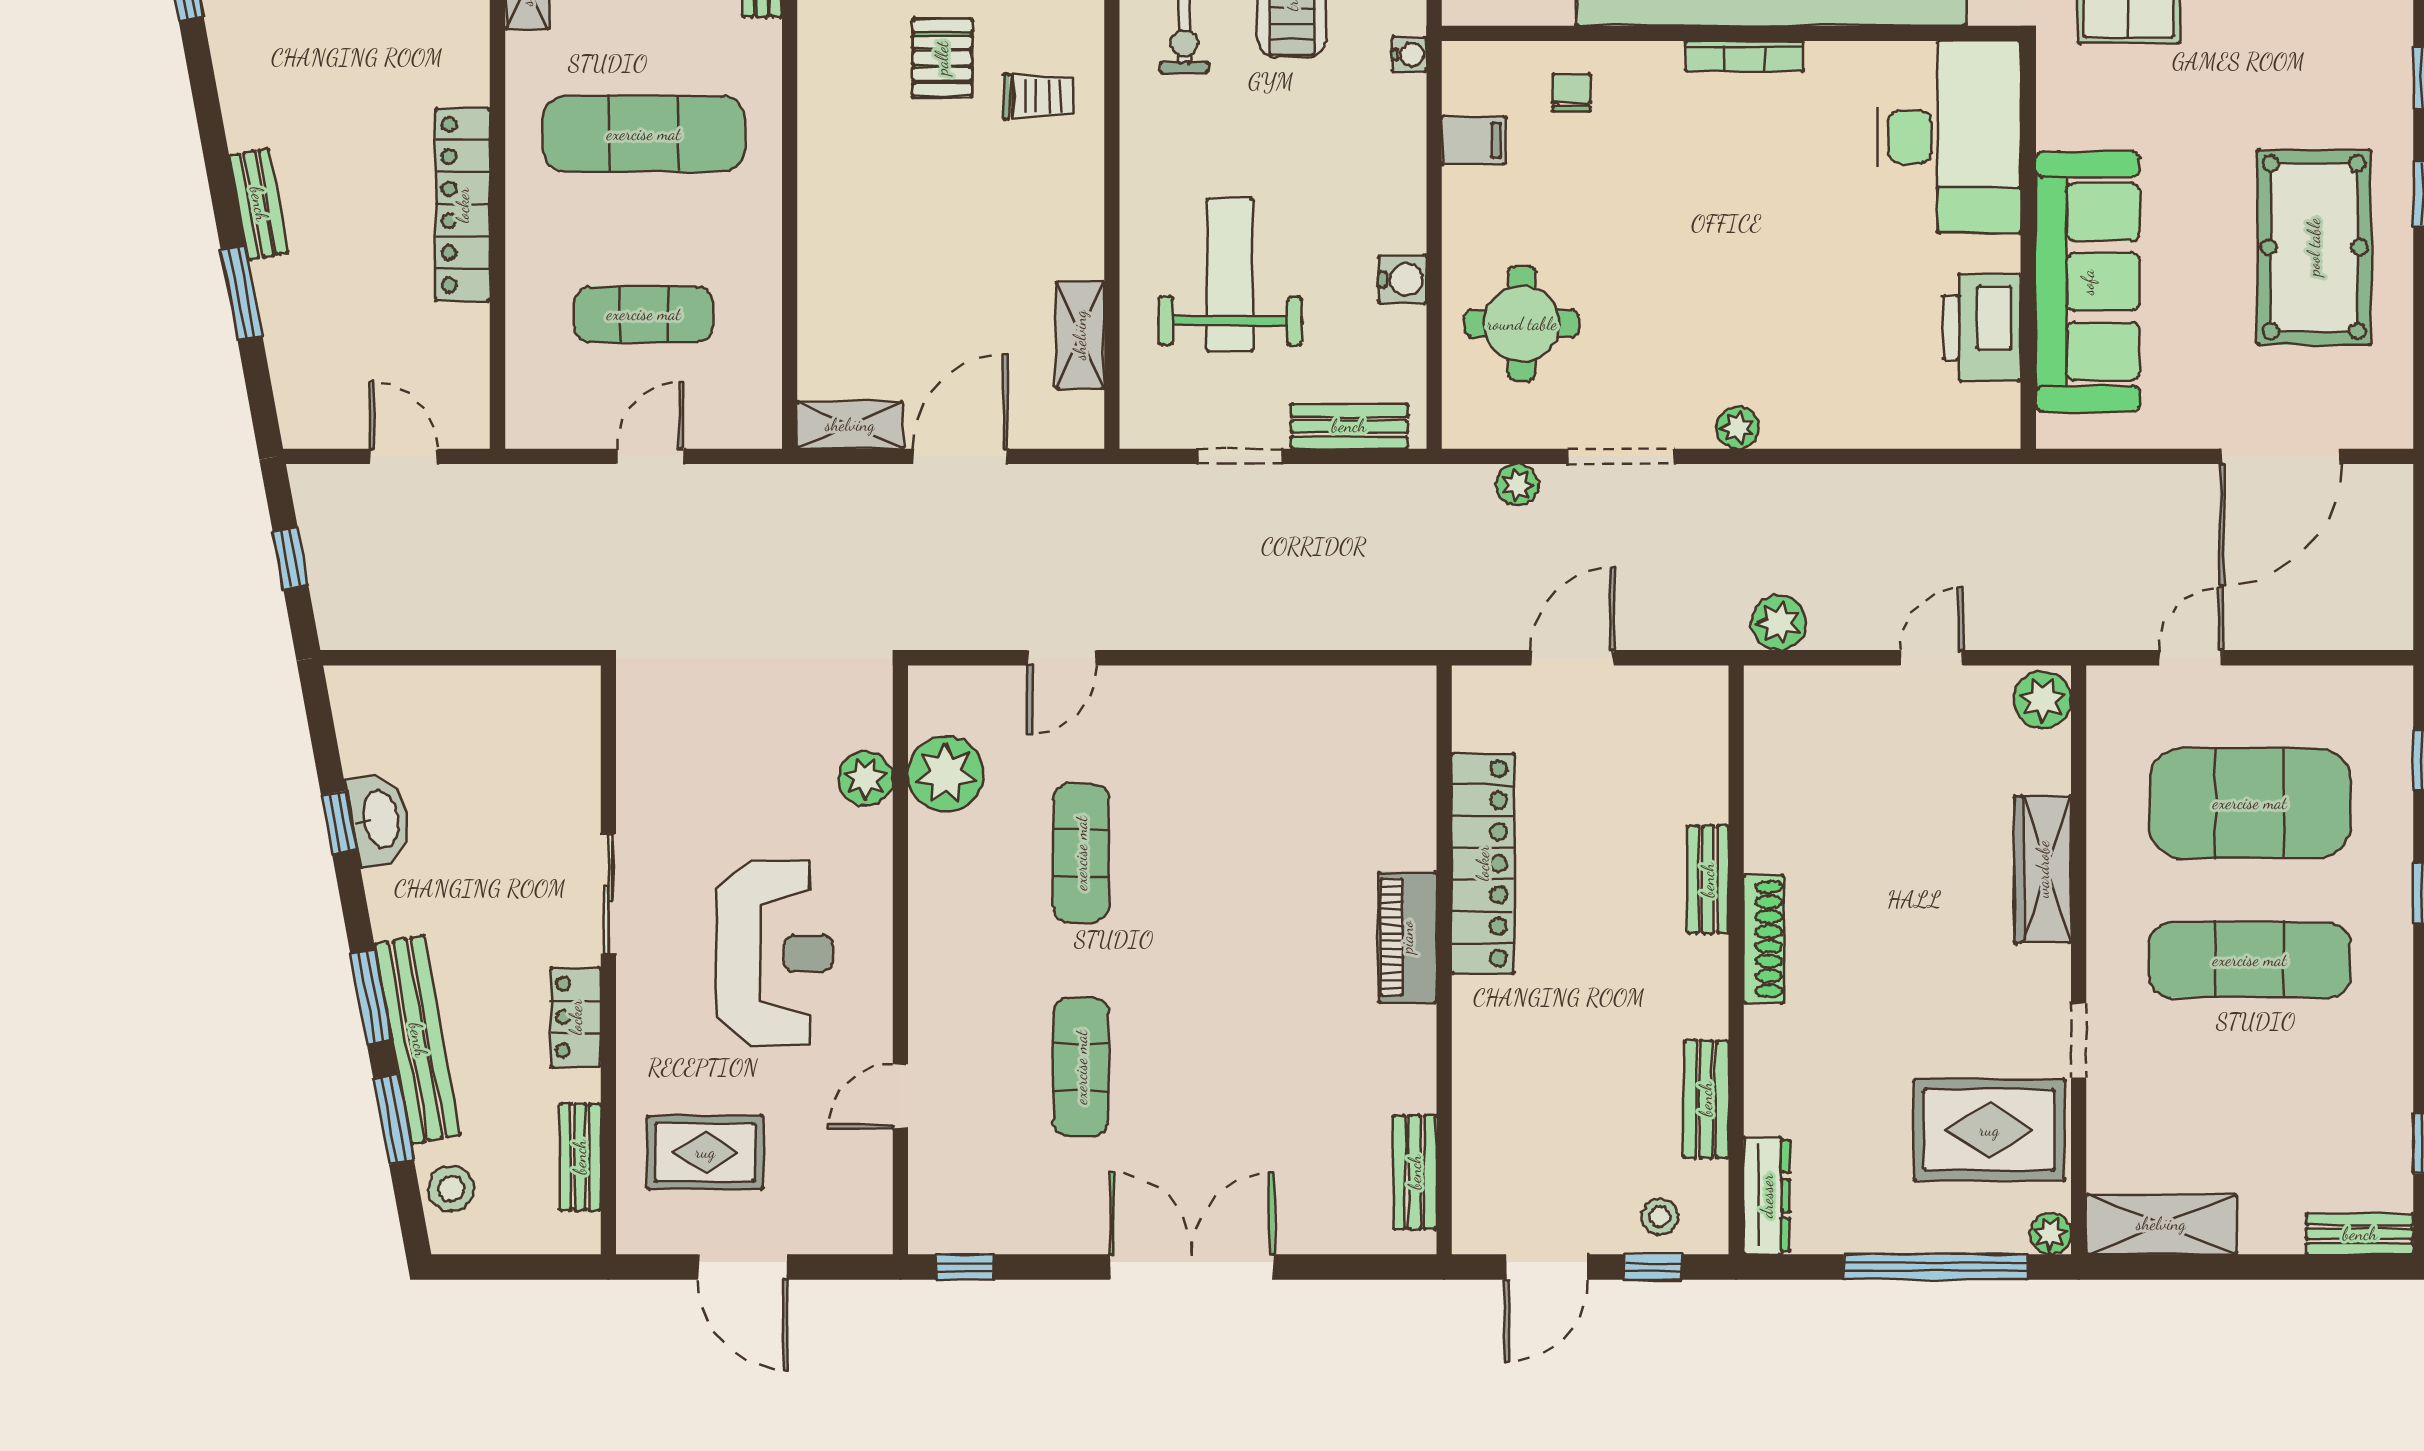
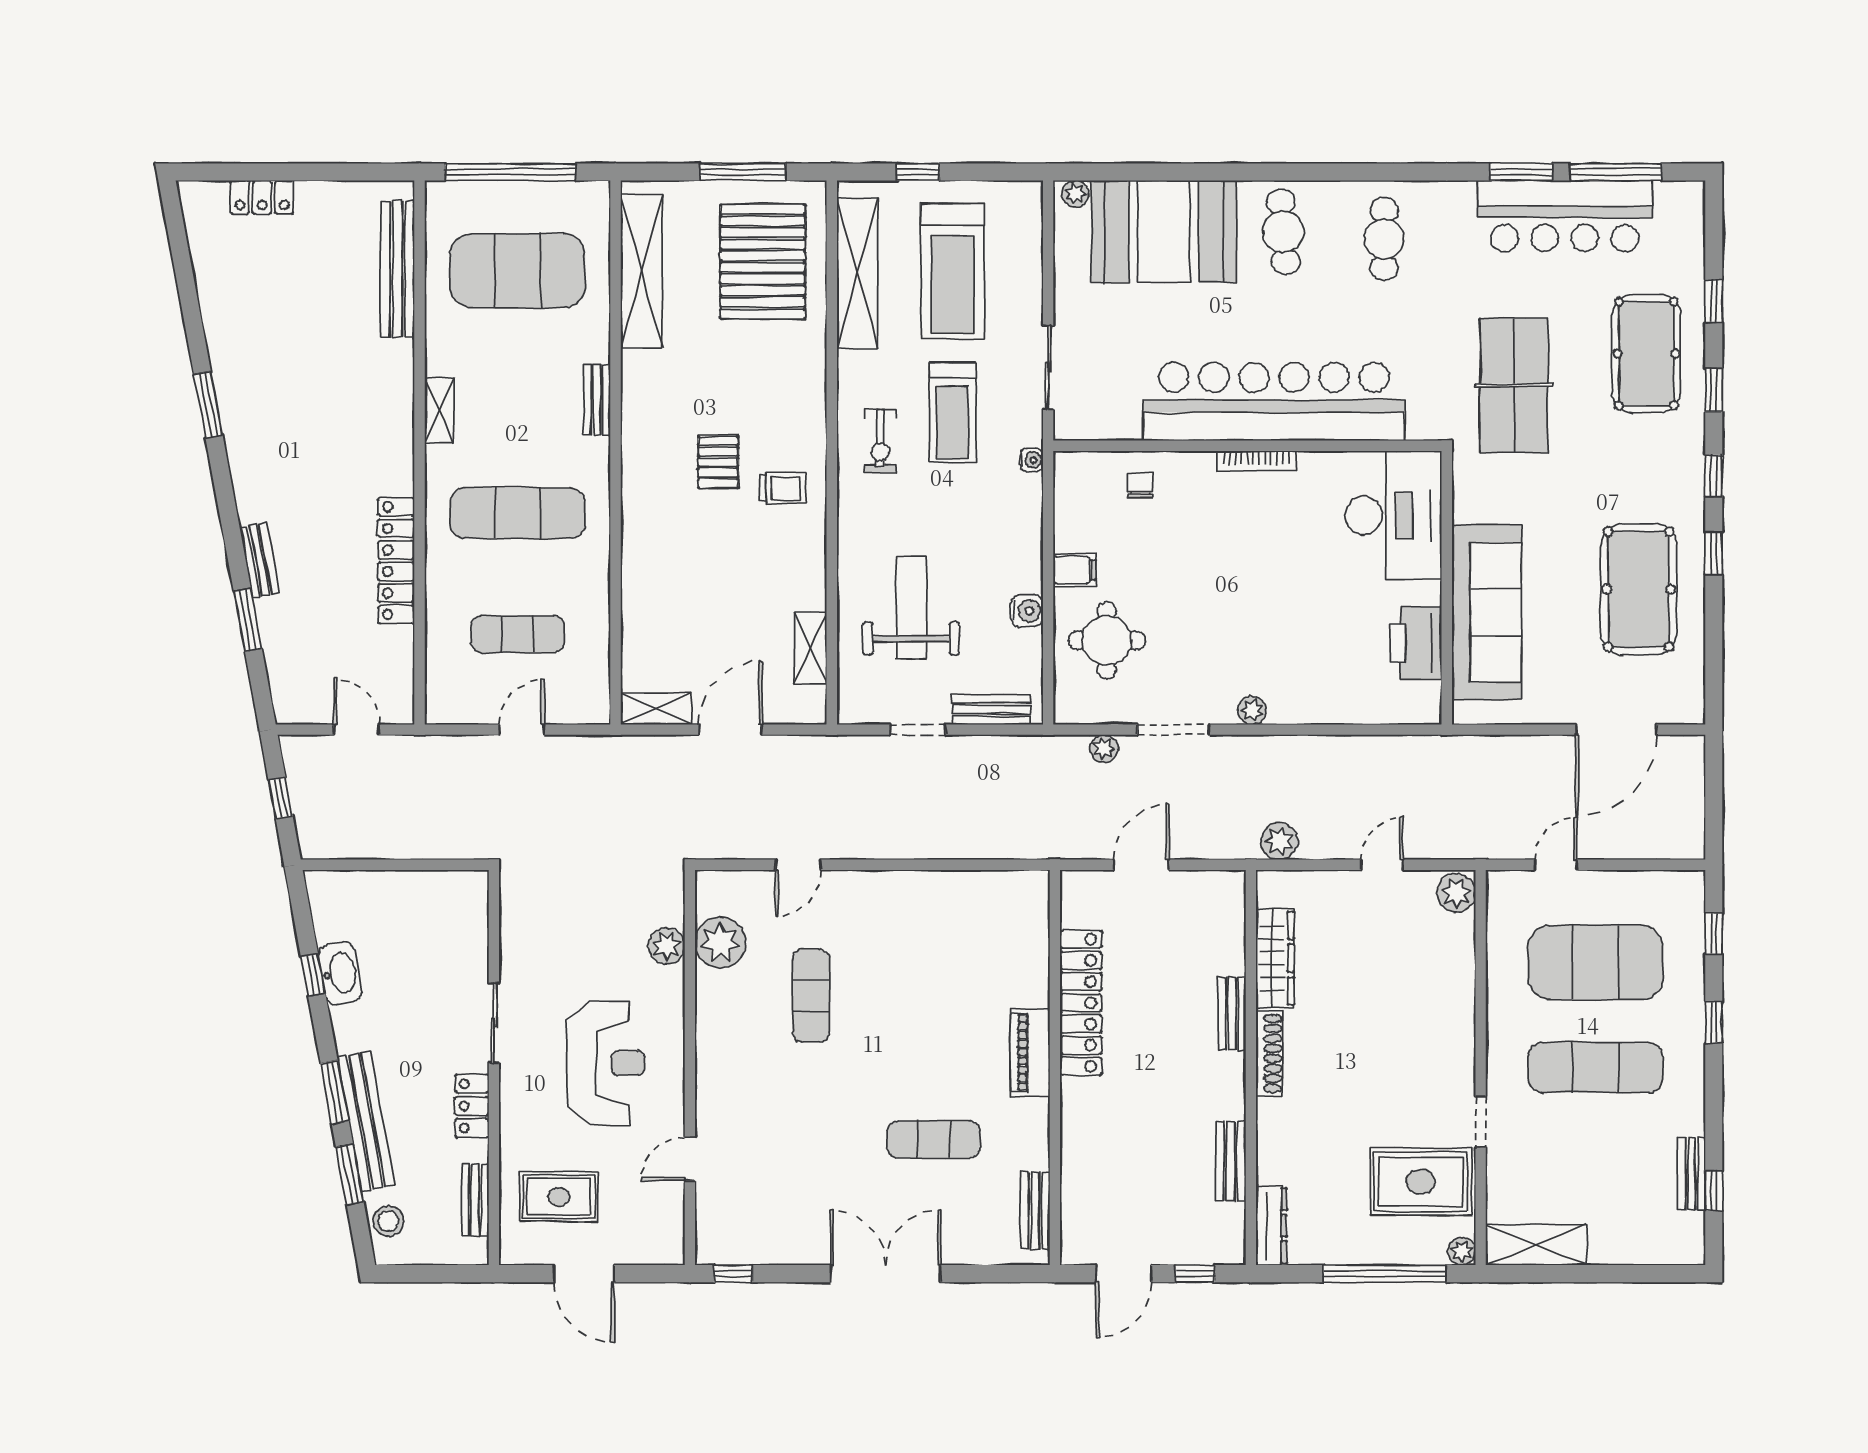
filing cabinet: (1474, 140) -> (1075, 570), moved
wardrobe: (2043, 869) -> (1275, 958), moved, turned 180
exercise mat: (1081, 1067) -> (934, 1139), moved, turned 90
stool: (1660, 1217) -> (1199, 1240), removed
bench: (2360, 1234) -> (1692, 1174), moved, turned 90

